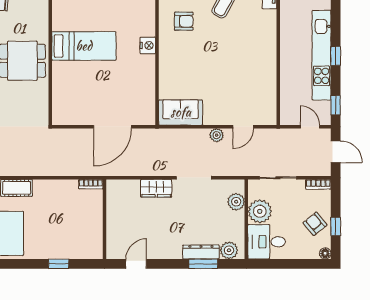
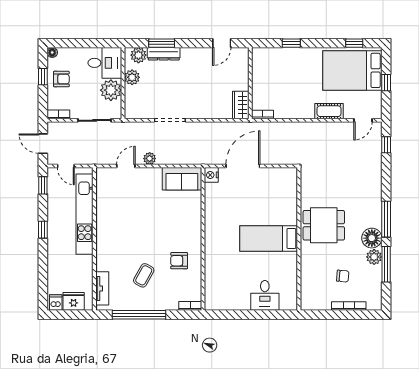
nightstand: (148, 45) -> (211, 175), moved
kitchen unit: (322, 55) -> (85, 214), moved, turned 180
wardrobe: (156, 188) -> (241, 105), moved, turned -90
plant: (236, 202) -> (132, 77), moved
armchair: (315, 224) -> (61, 79), turned -51

